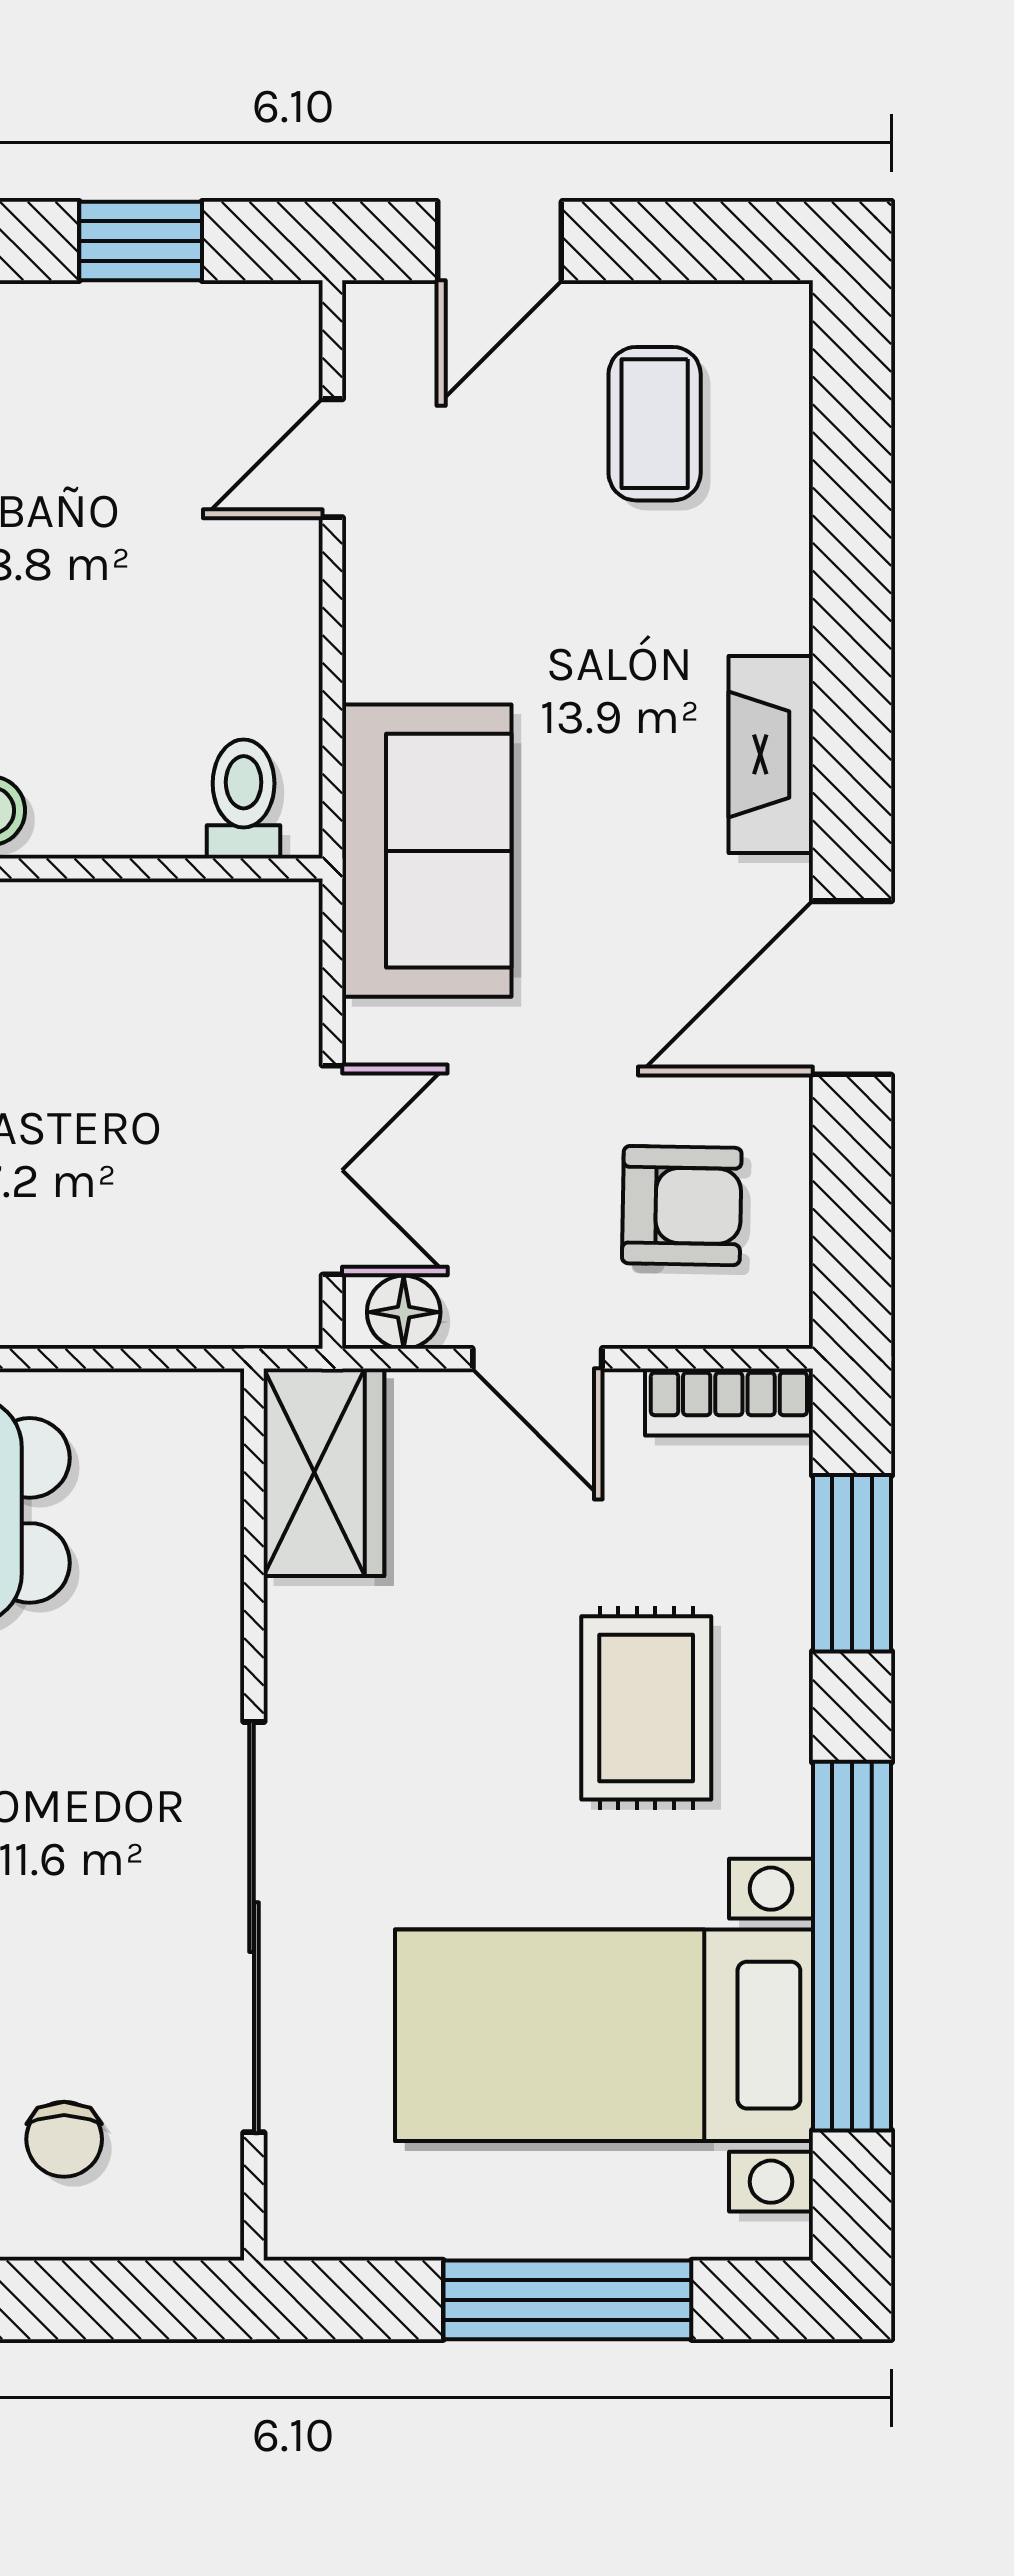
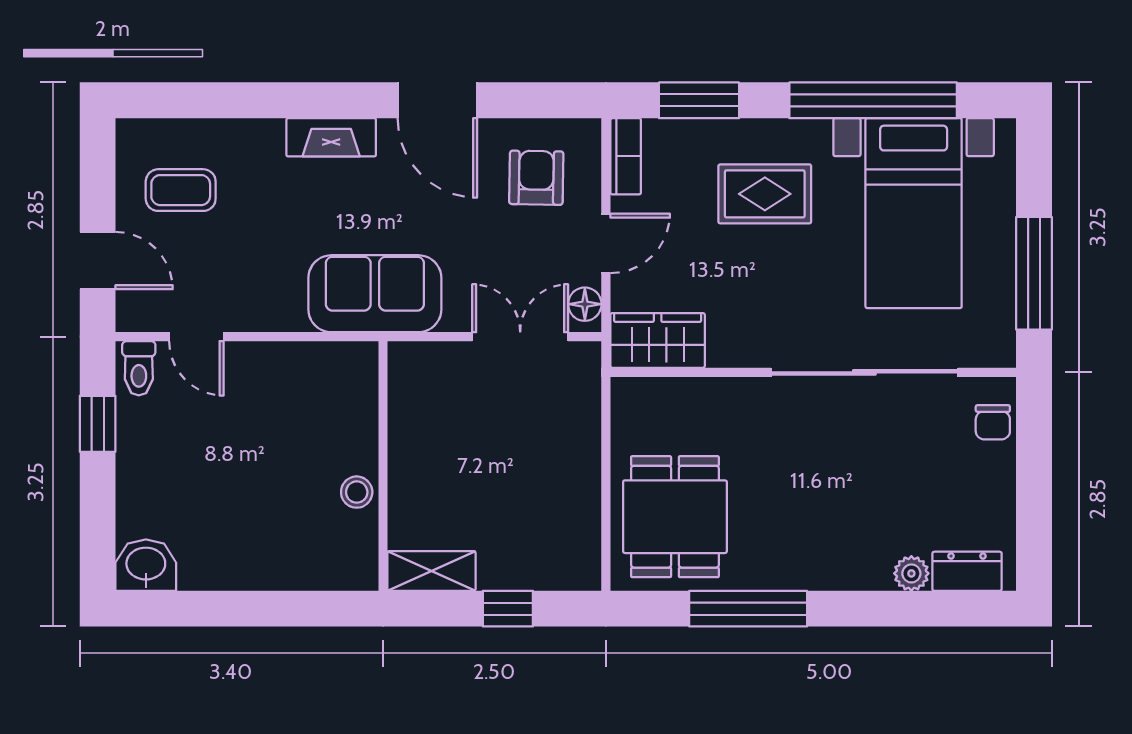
toilet: (244, 799) -> (139, 368), moved, turned -90
chair: (64, 2139) -> (993, 422), moved, turned 90
window: (567, 2300) -> (1034, 273), moved

